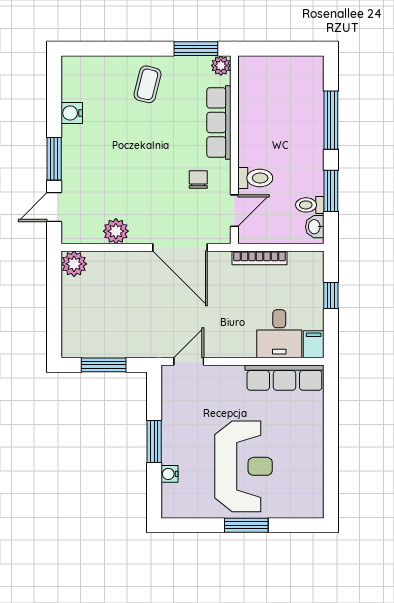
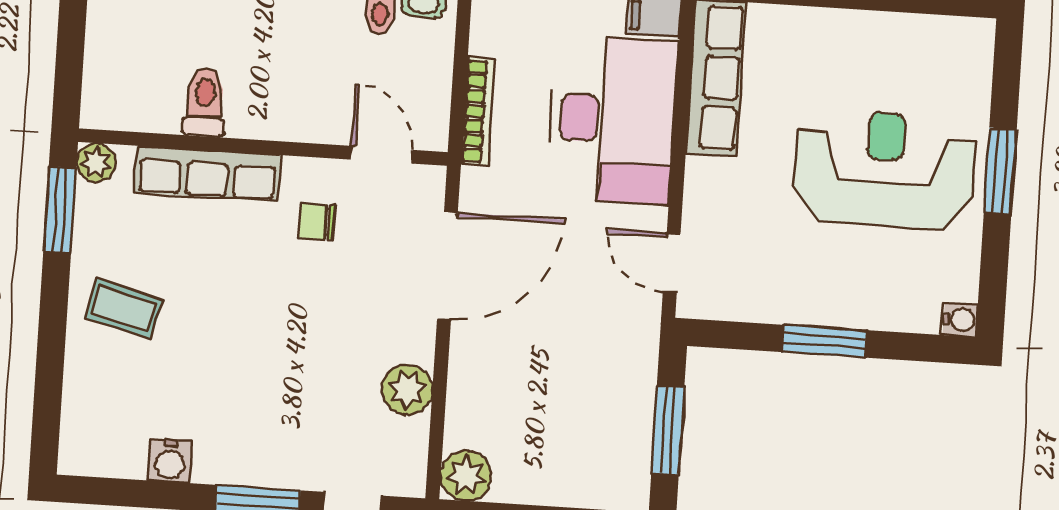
toilet: (255, 178) -> (205, 102), moved
desk: (279, 334) -> (612, 120), width x1.87, depth x1.30
water cooler: (170, 474) -> (960, 320), moved, turned -90

